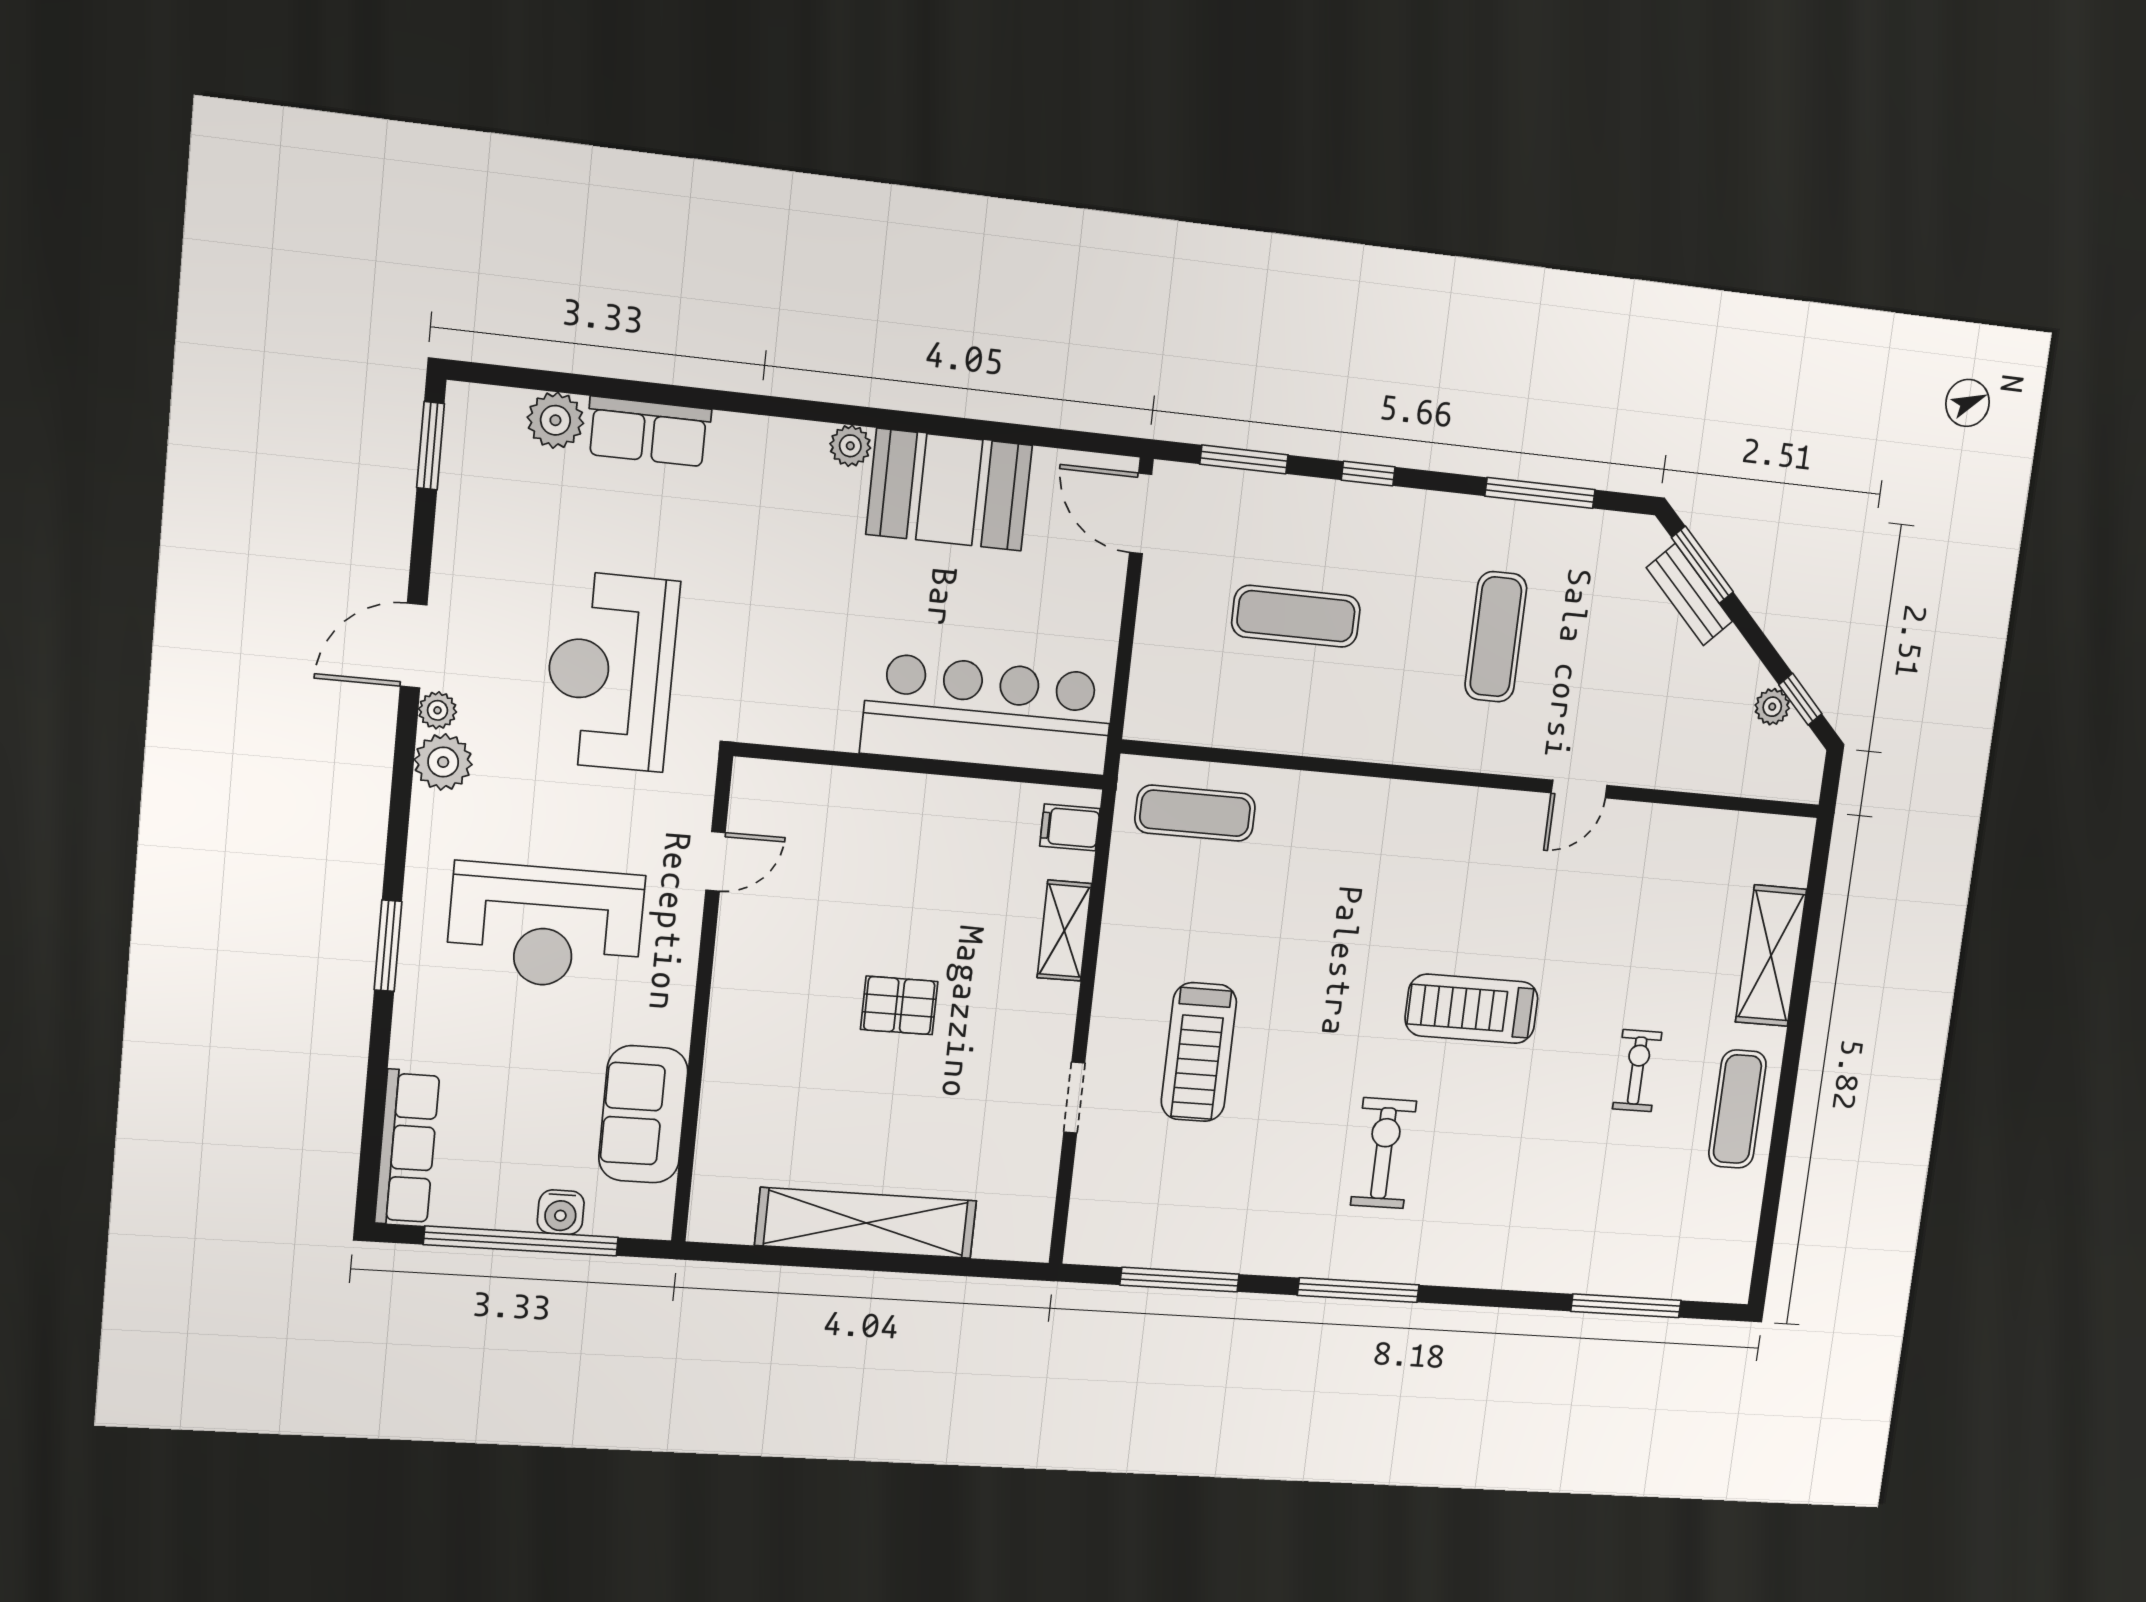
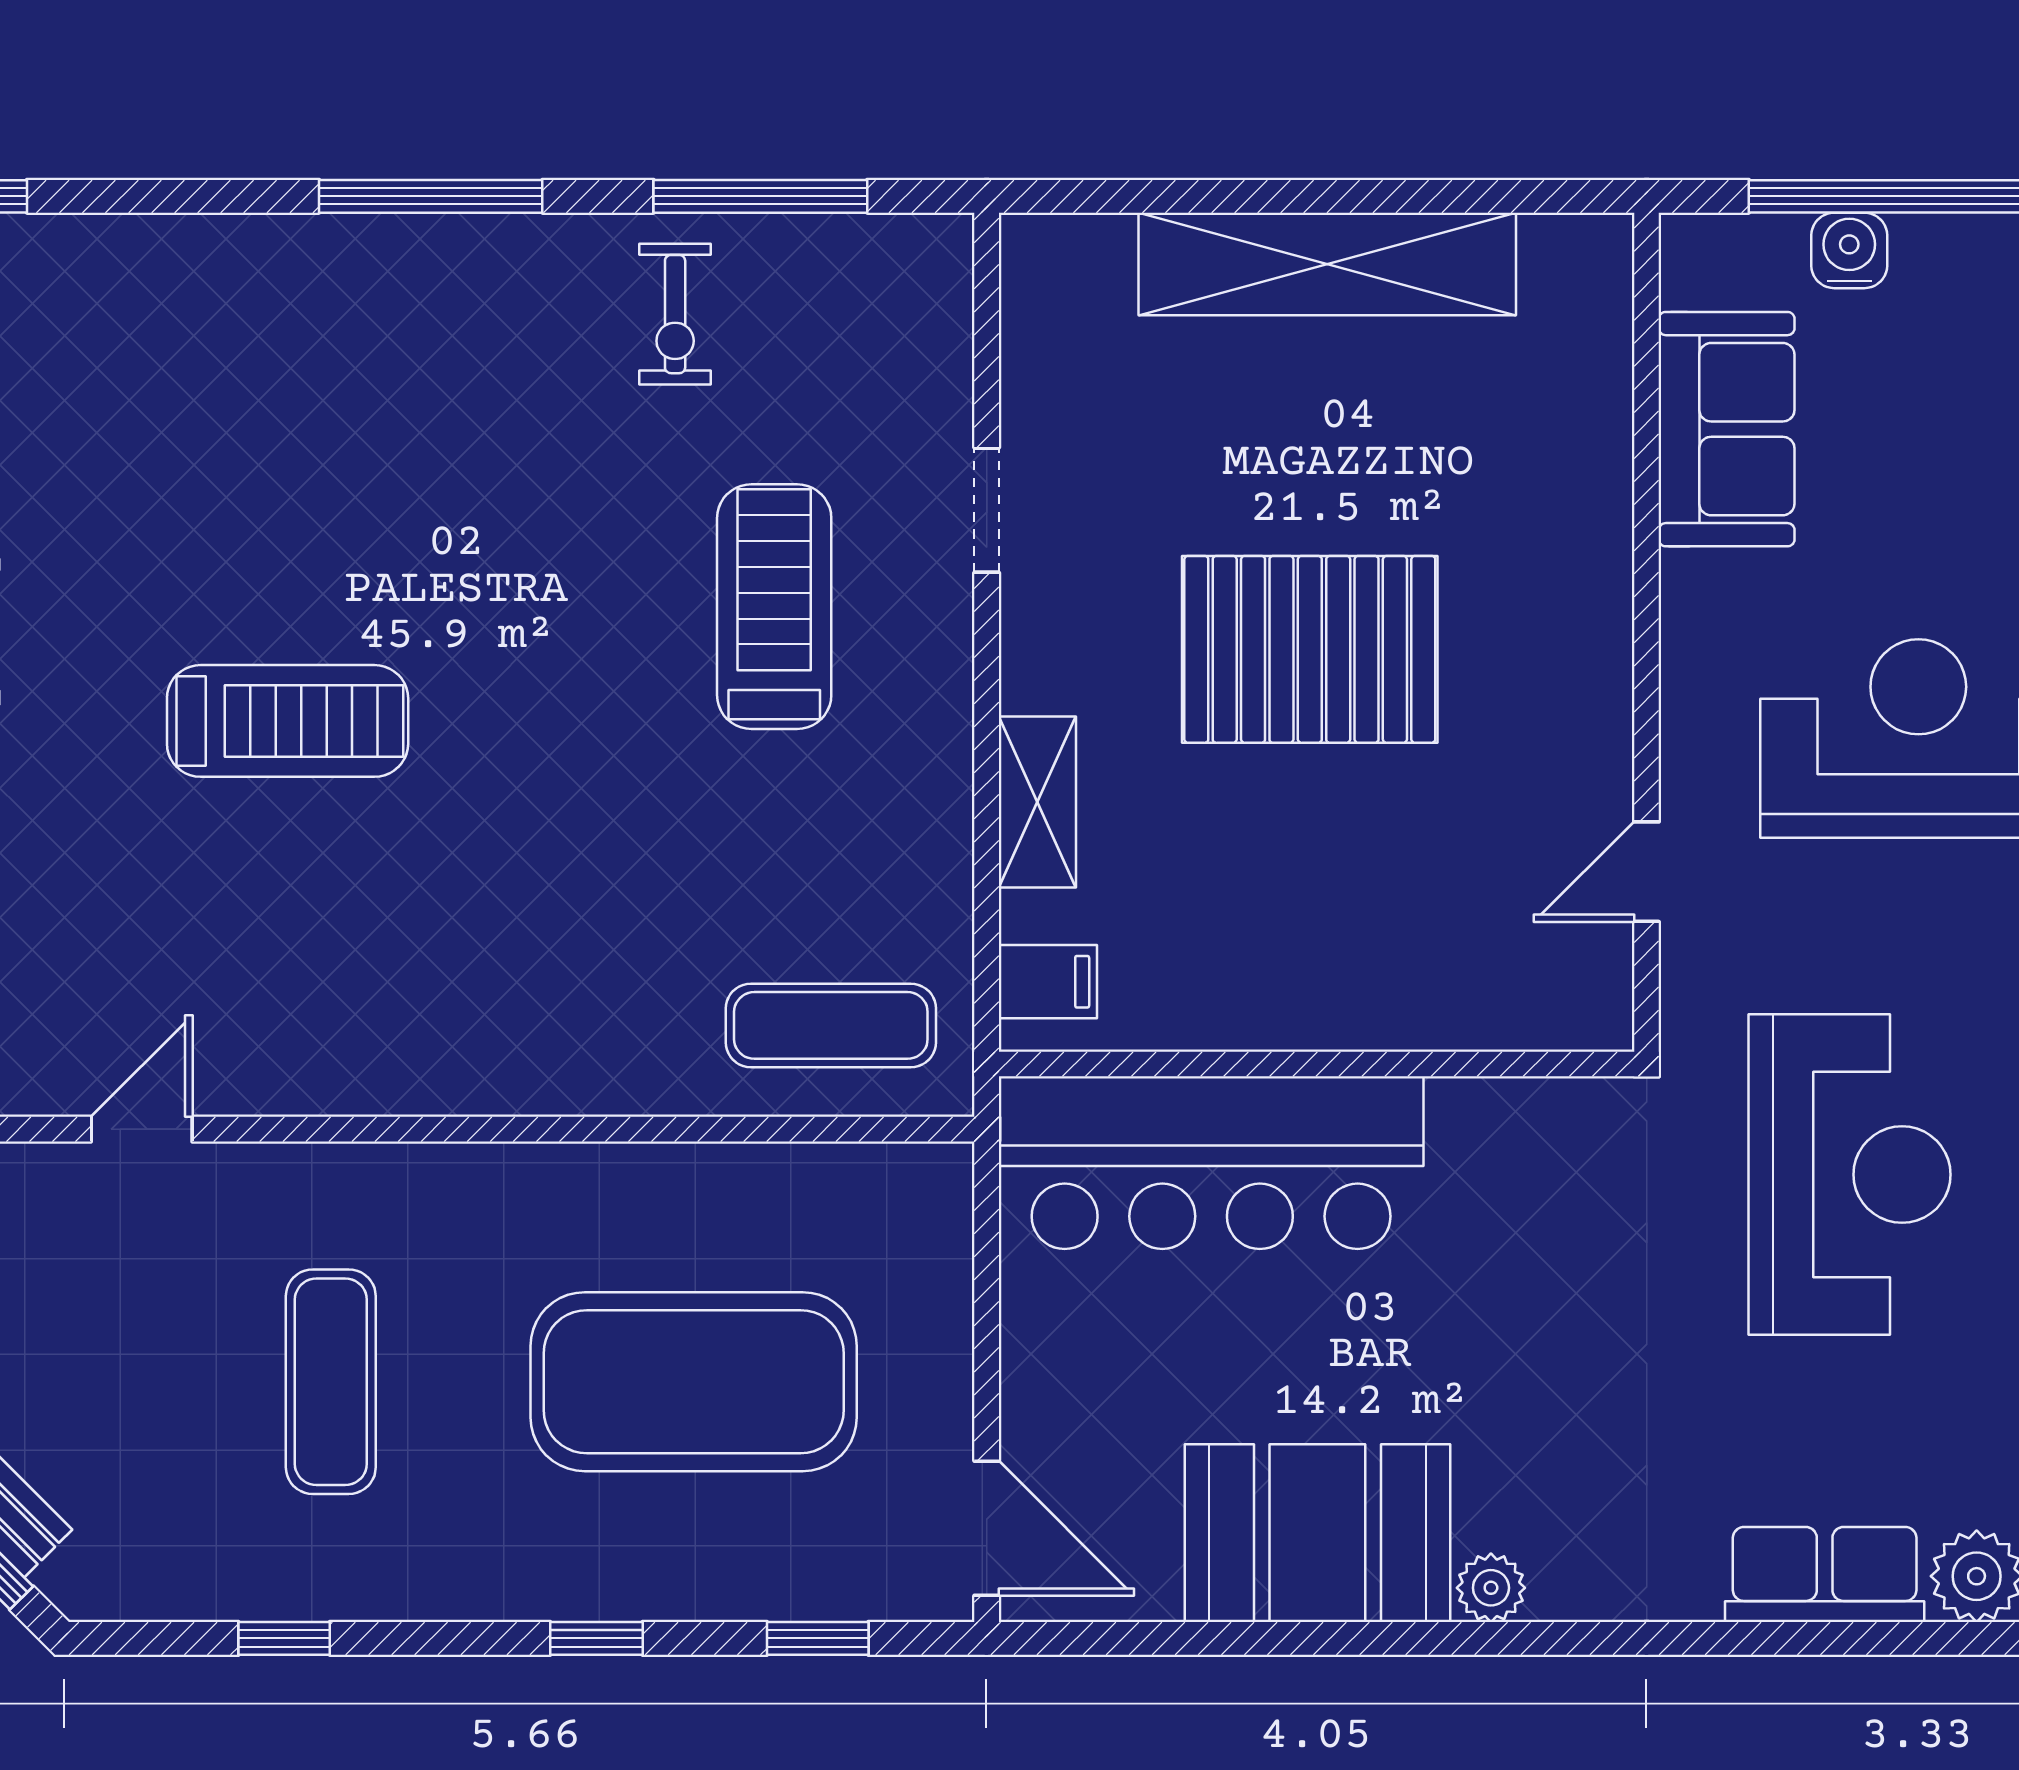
window: (1244, 459) -> (818, 1638), width x0.67
window: (1540, 493) -> (284, 1638), width x0.46
exercise mat: (1296, 616) -> (694, 1382), width x2.00, depth x1.45
pallet: (899, 1005) -> (1310, 649), width x2.05, depth x2.00
exercise bike: (1383, 1153) -> (675, 314), moved, width x0.73, depth x0.72

